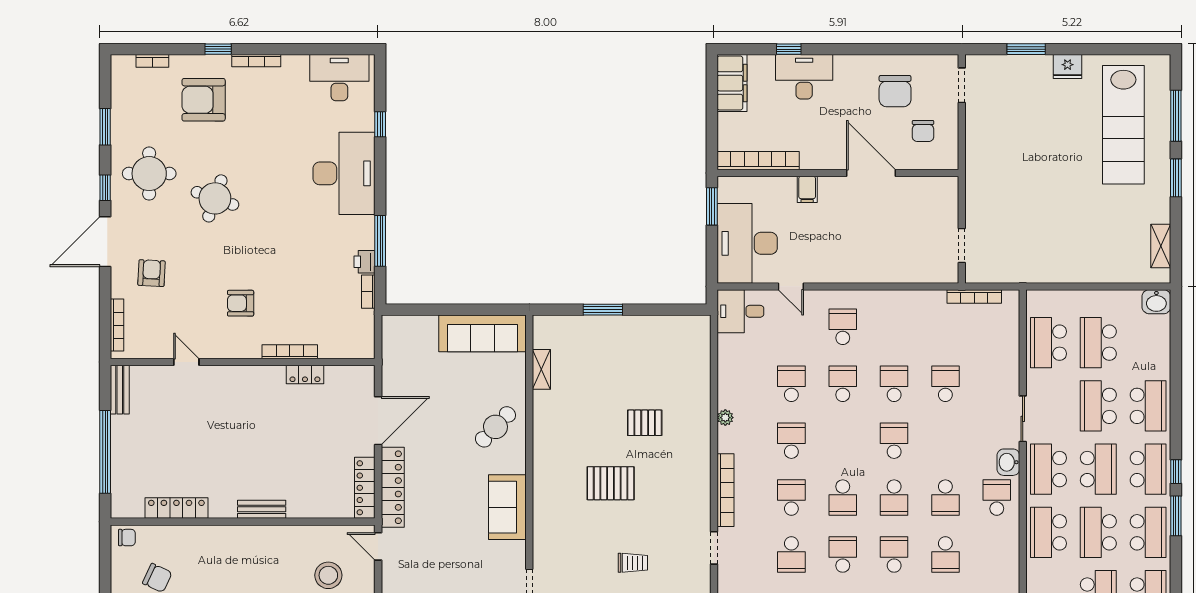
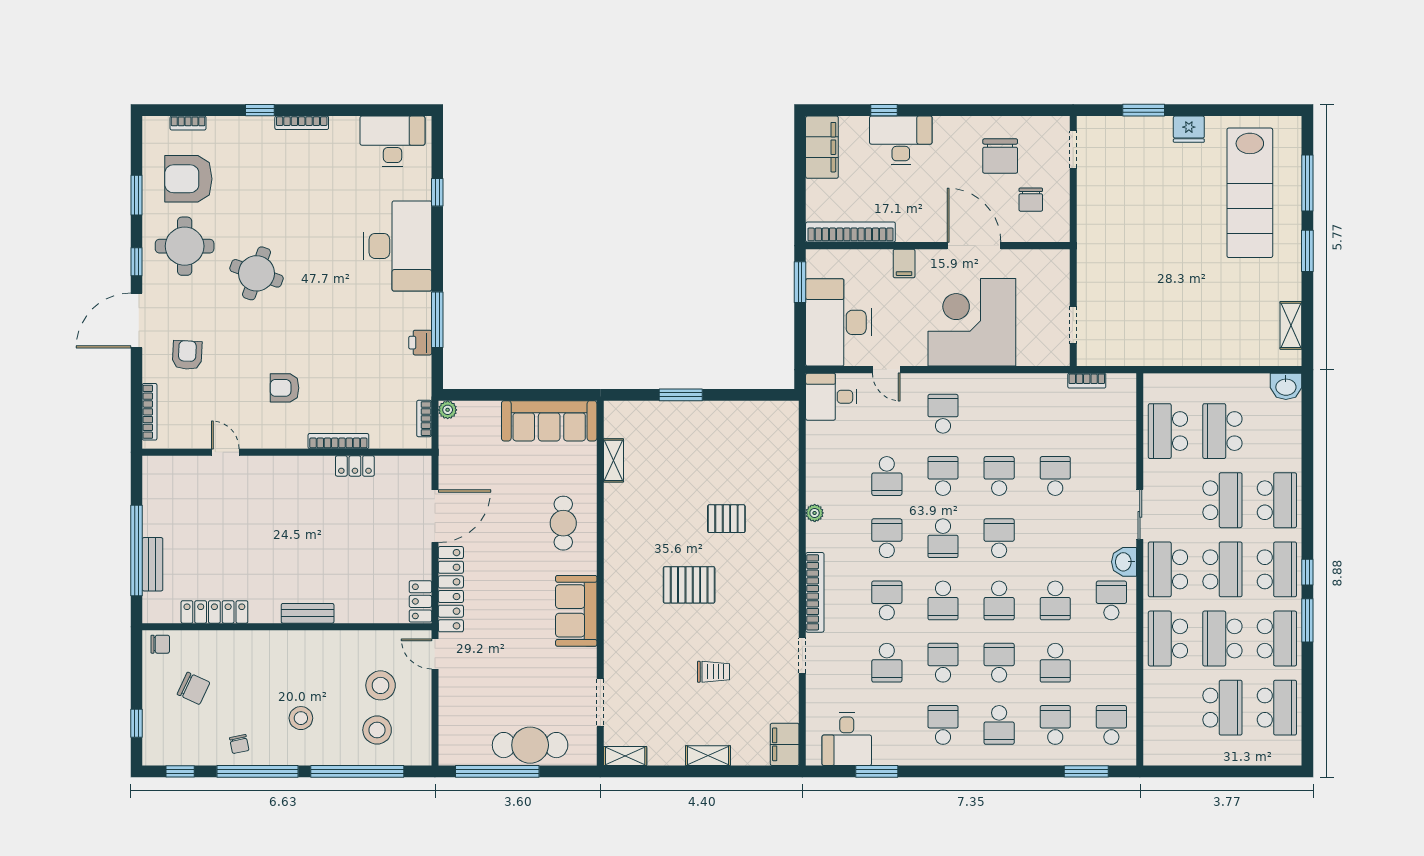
armchair: (204, 100) -> (188, 179), moved
corner desk: (869, 243) -> (972, 322), added
bookcase: (368, 292) -> (424, 419), moved
bookcase: (974, 297) -> (1087, 381), width x0.64
plant: (390, 323) -> (448, 410), added
school desk: (791, 384) -> (887, 476), turned 180
bench: (120, 390) -> (152, 564), moved
school desk: (1098, 406) -> (1222, 500), turned 180
cafe table: (495, 427) -> (563, 523), turned -44
school desk: (843, 441) -> (943, 538), added
locker: (365, 488) -> (420, 601), width x0.66

